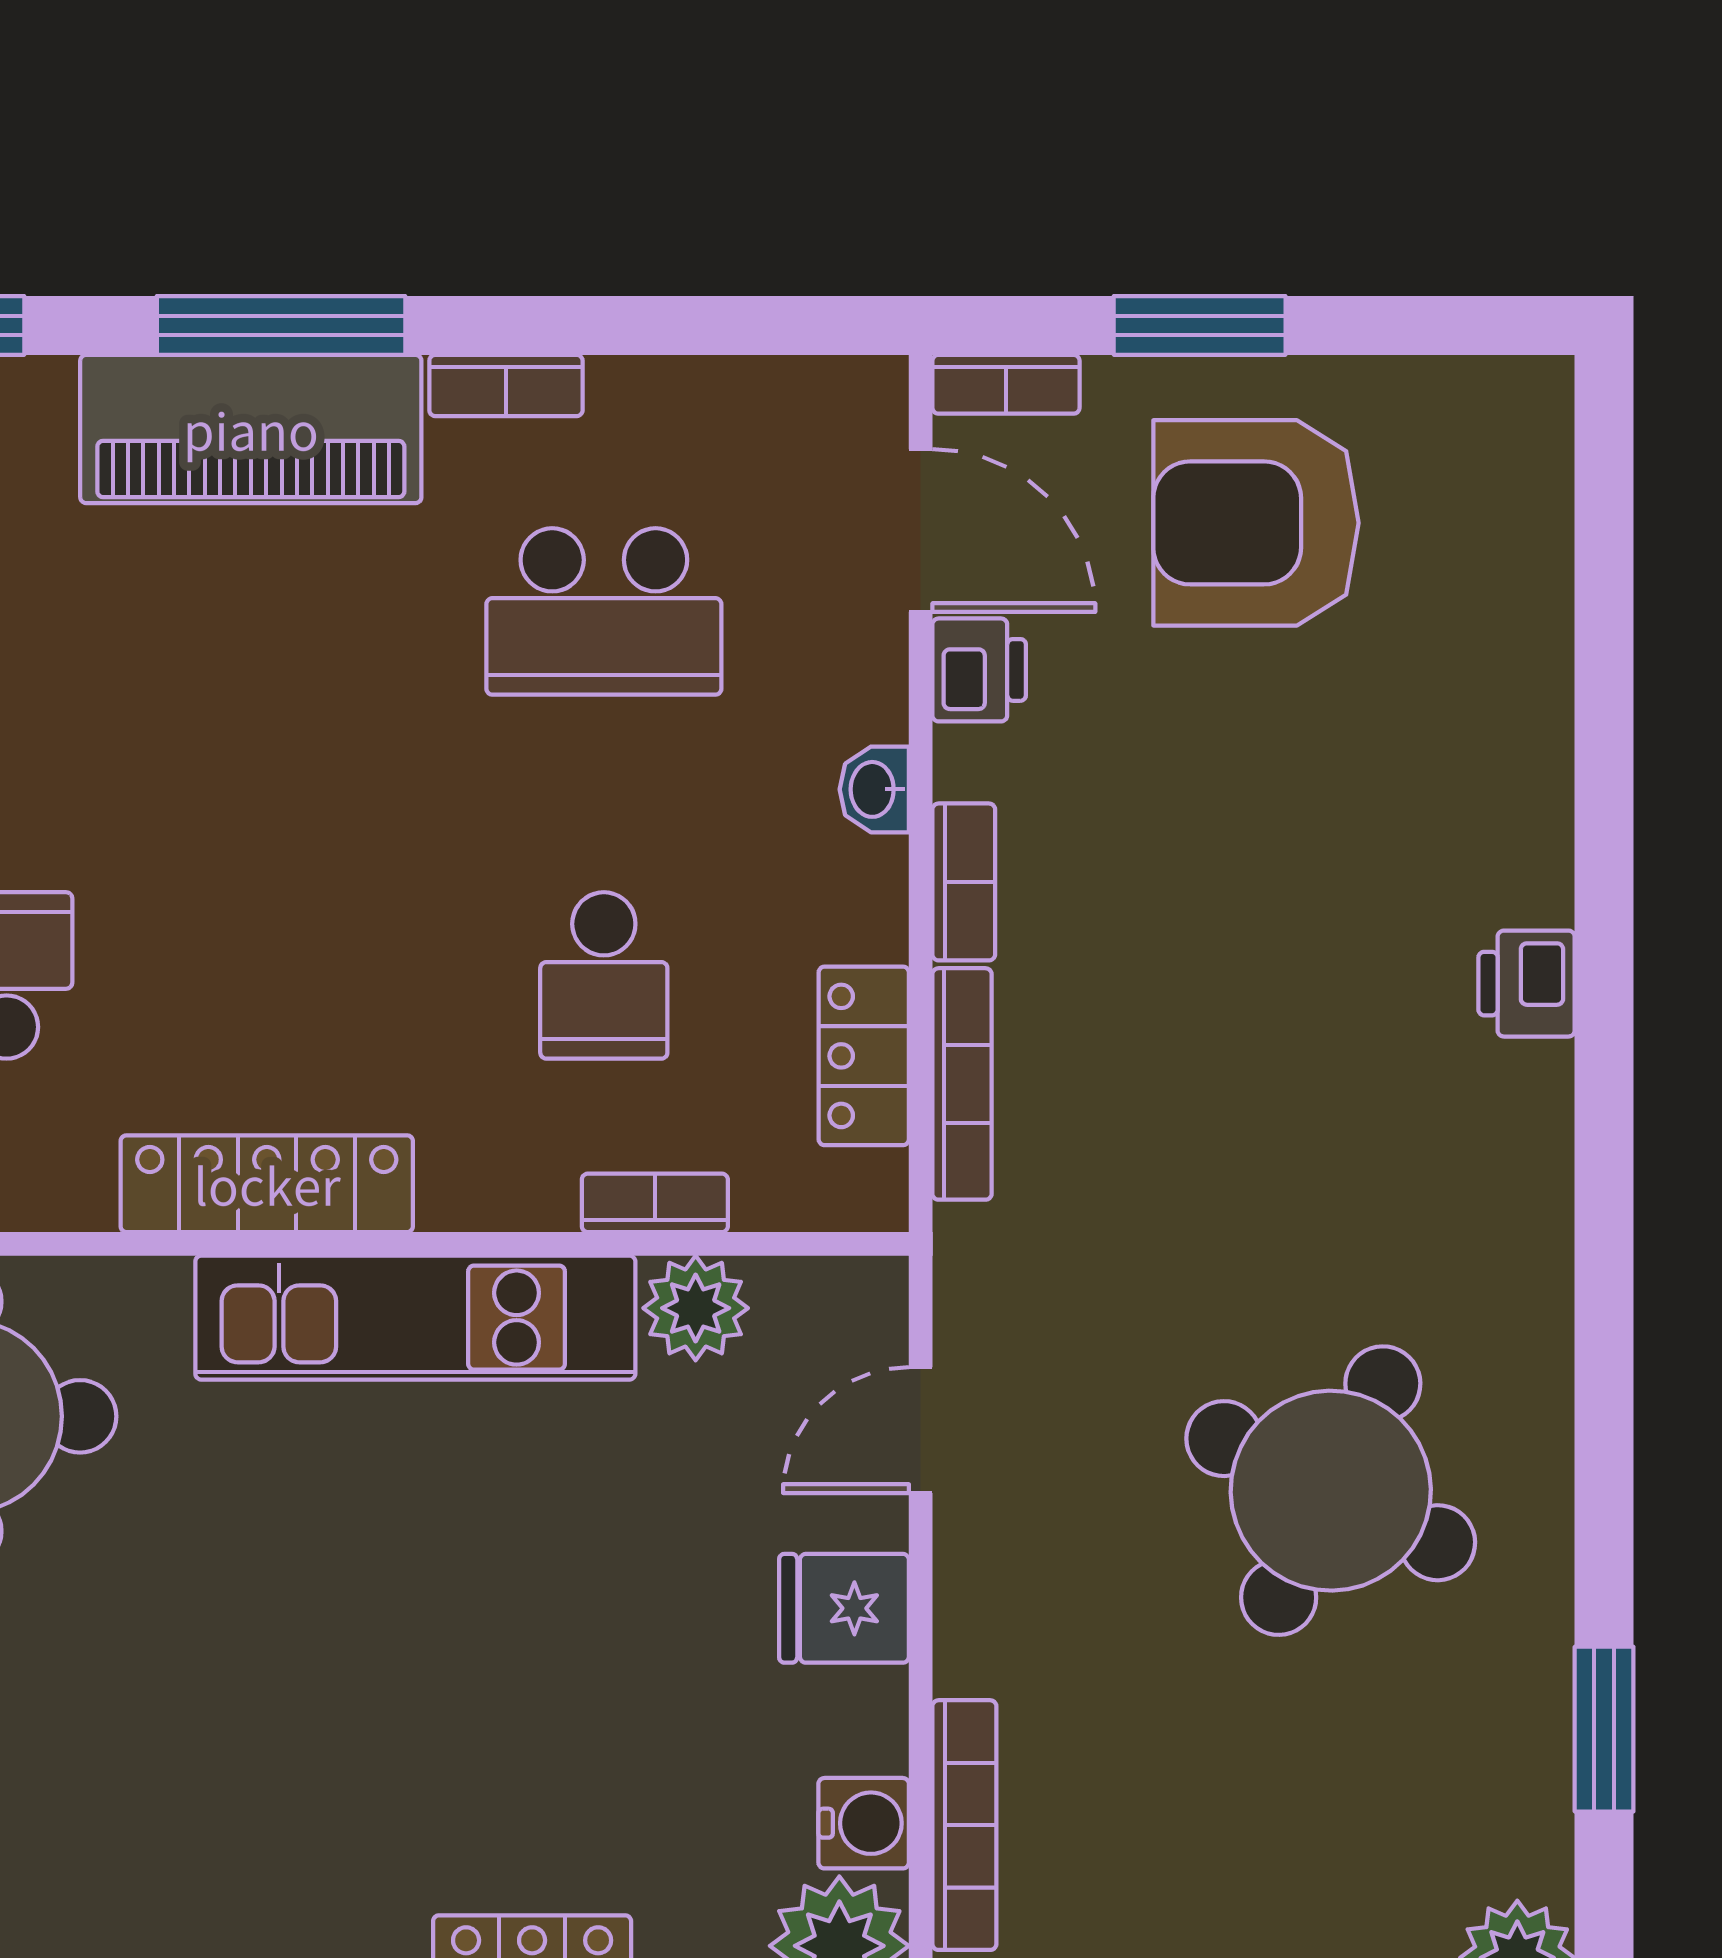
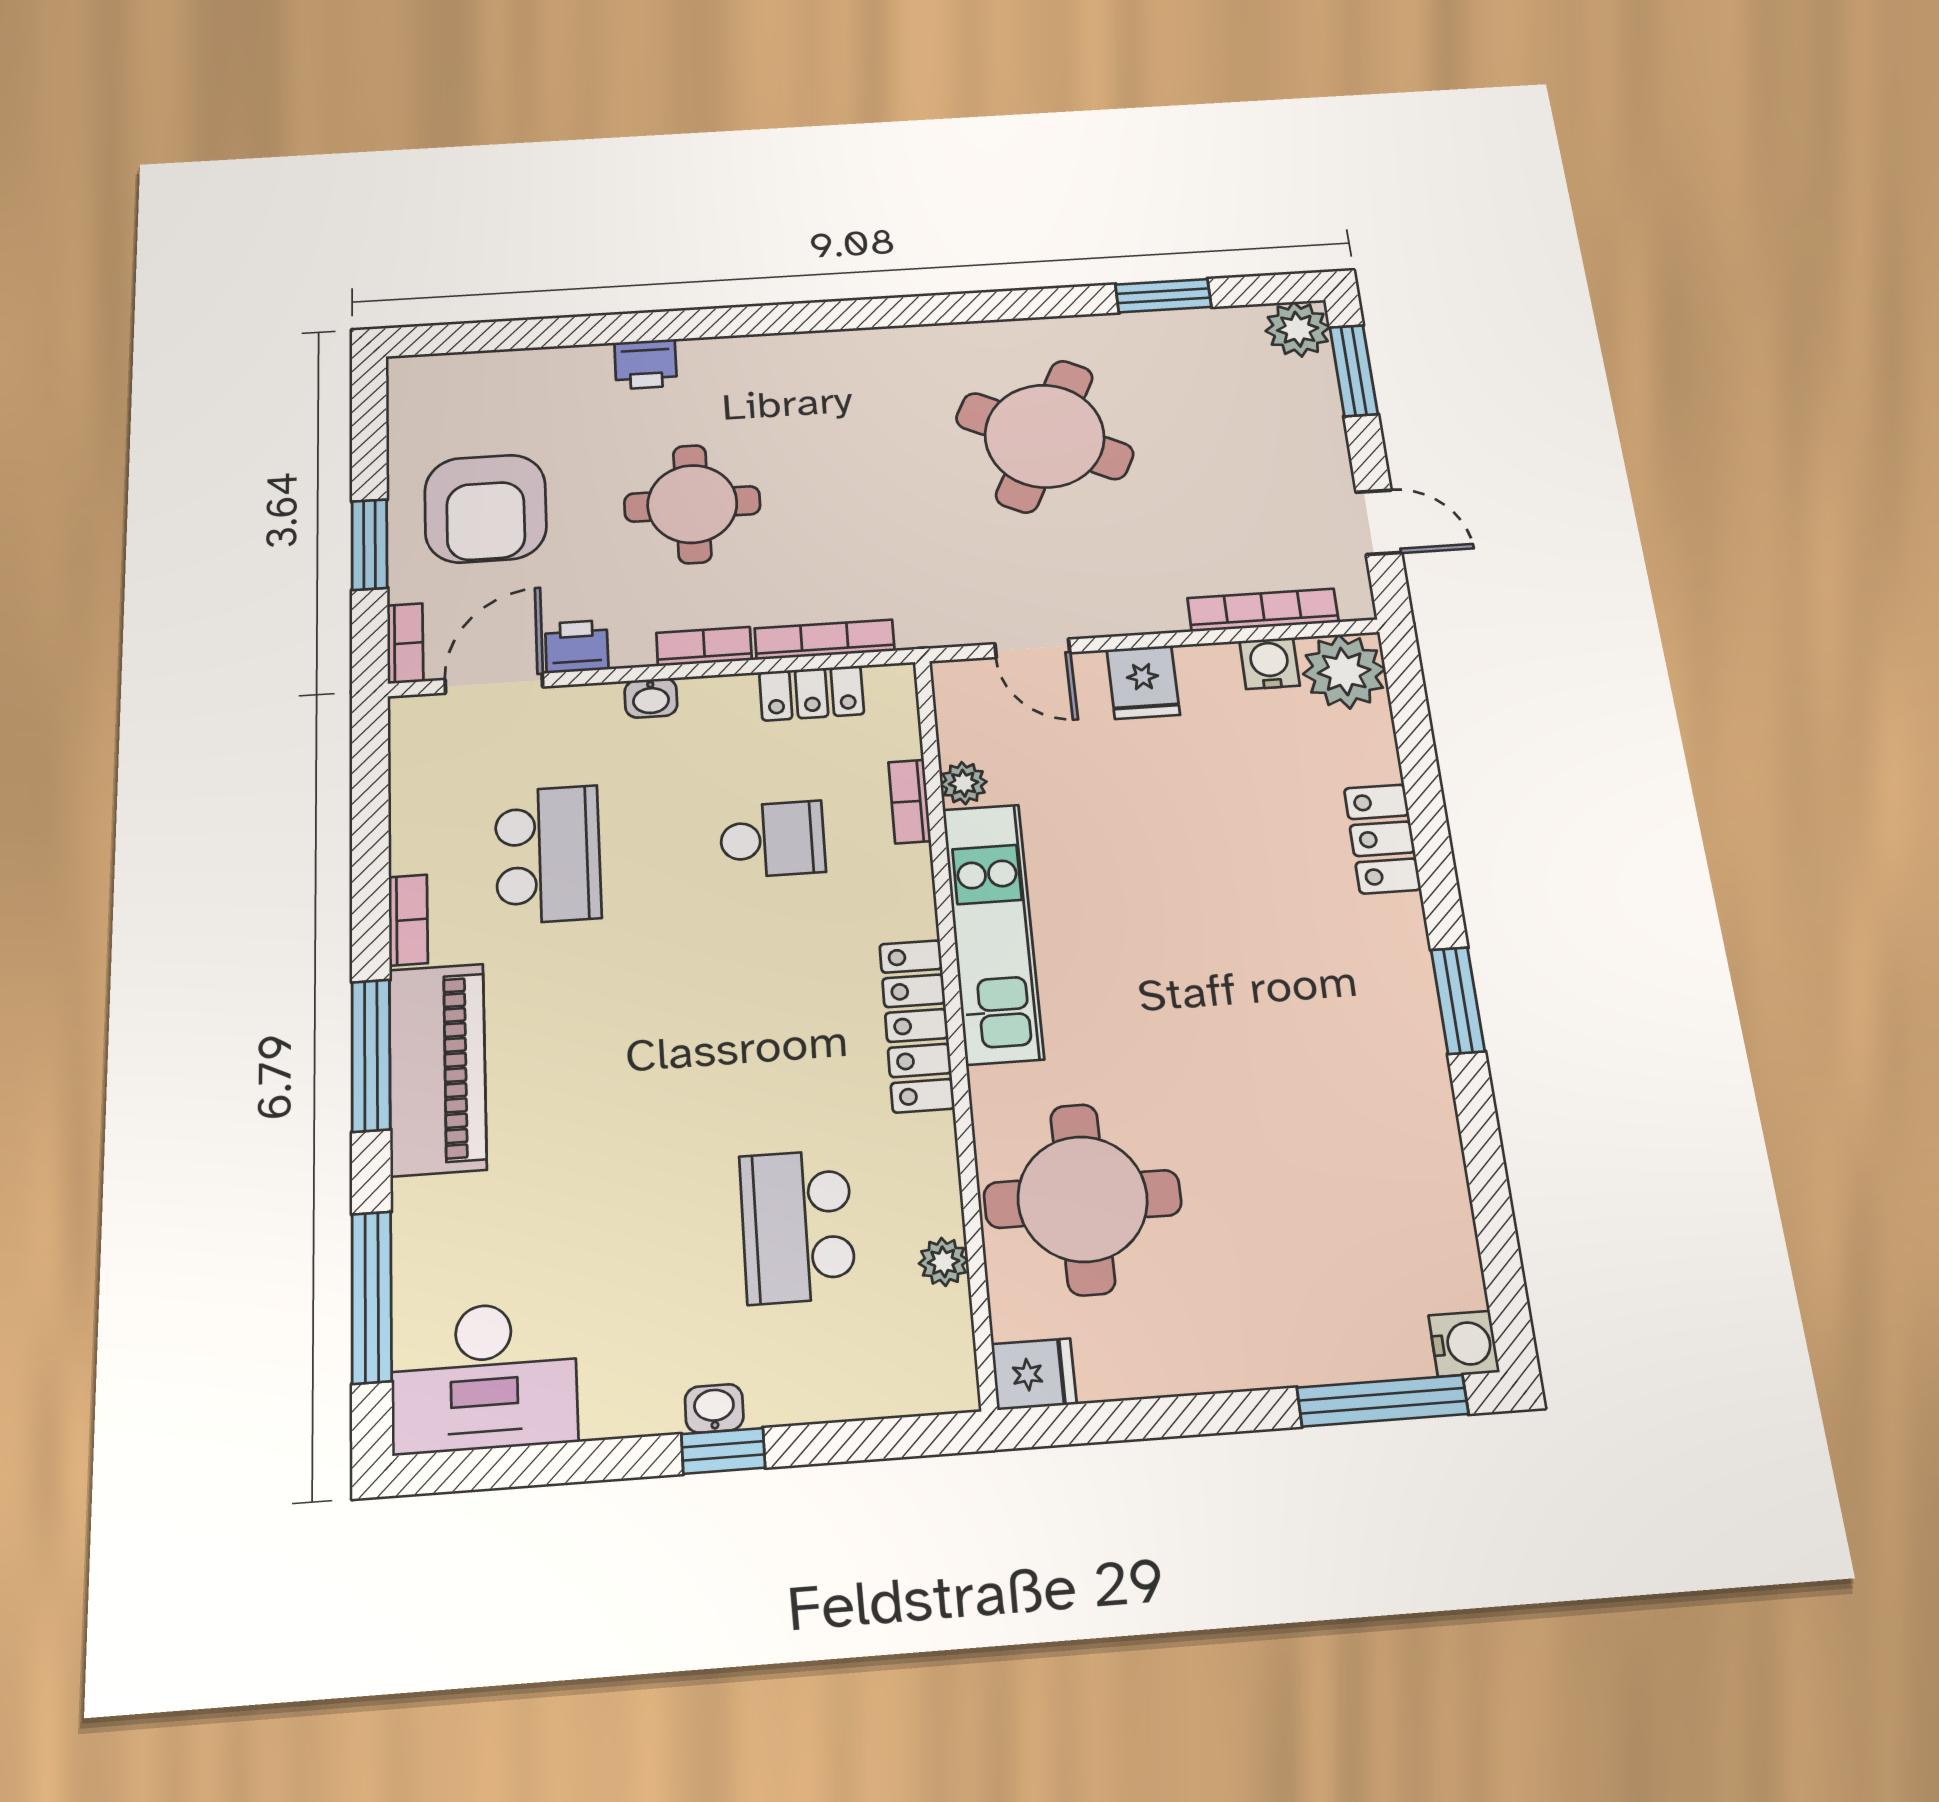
round table: (1239, 875) -> (692, 504), added
printer: (1527, 984) -> (646, 364), moved
plant: (696, 1308) -> (964, 783), width x0.73, depth x0.73

